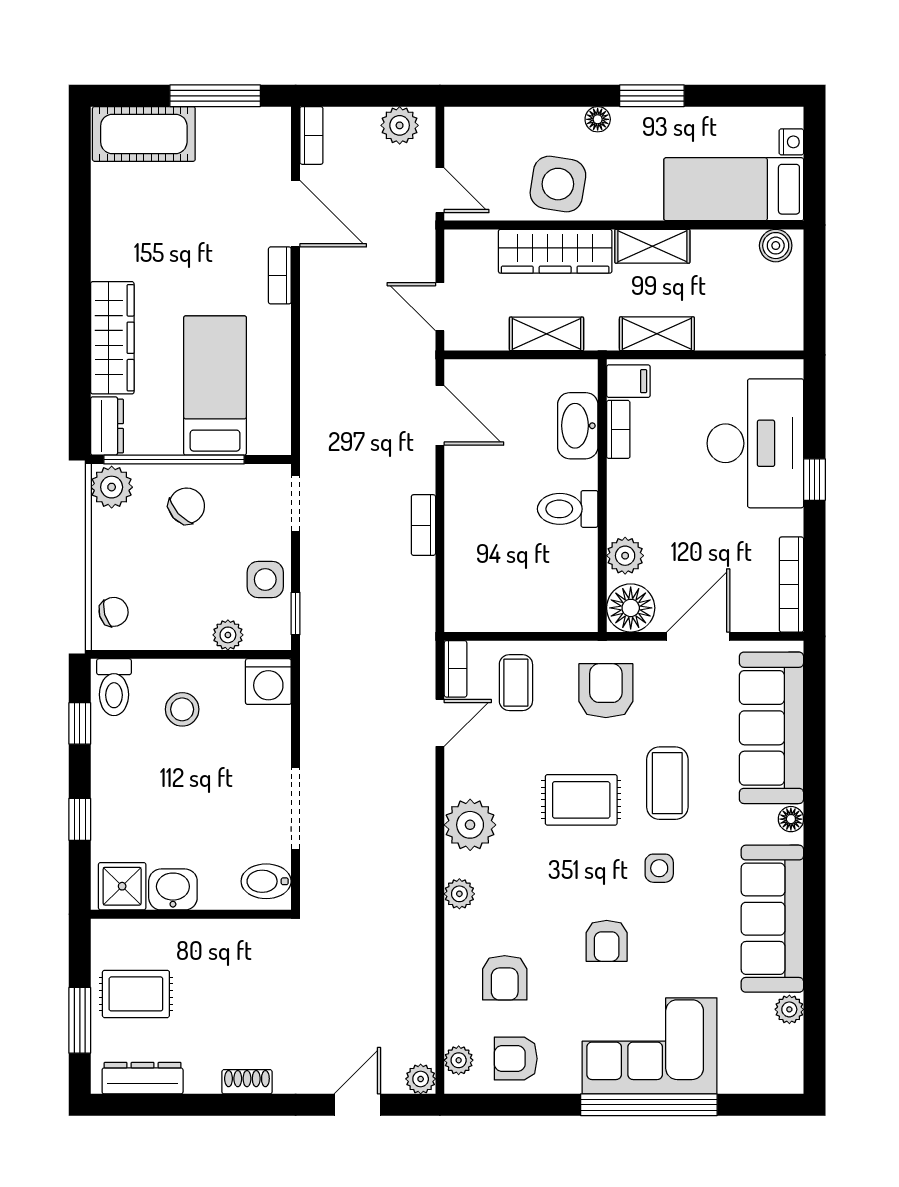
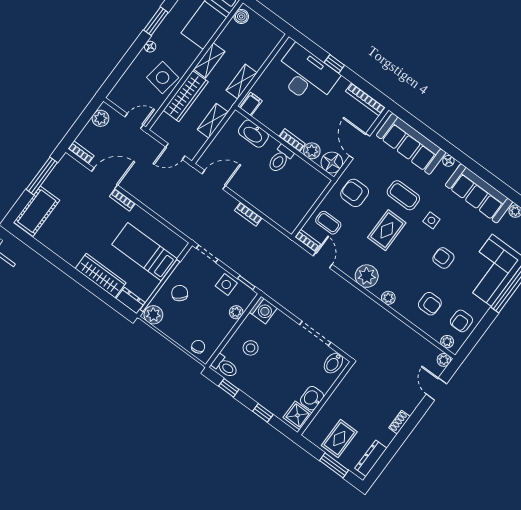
bookcase: (618, 429) -> (292, 140), moved
armchair: (607, 941) -> (443, 258), turned 180

